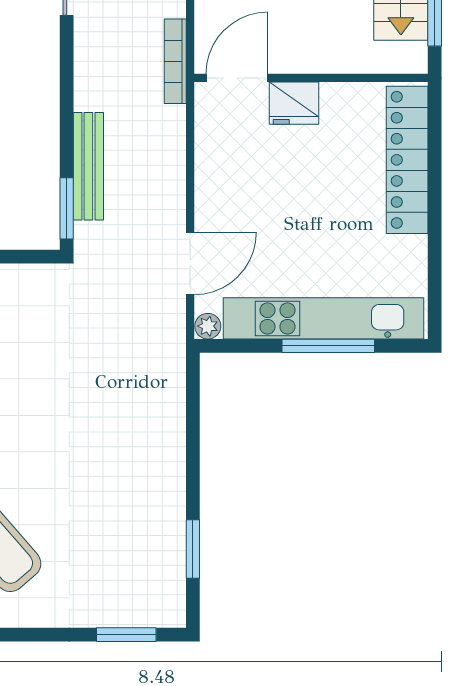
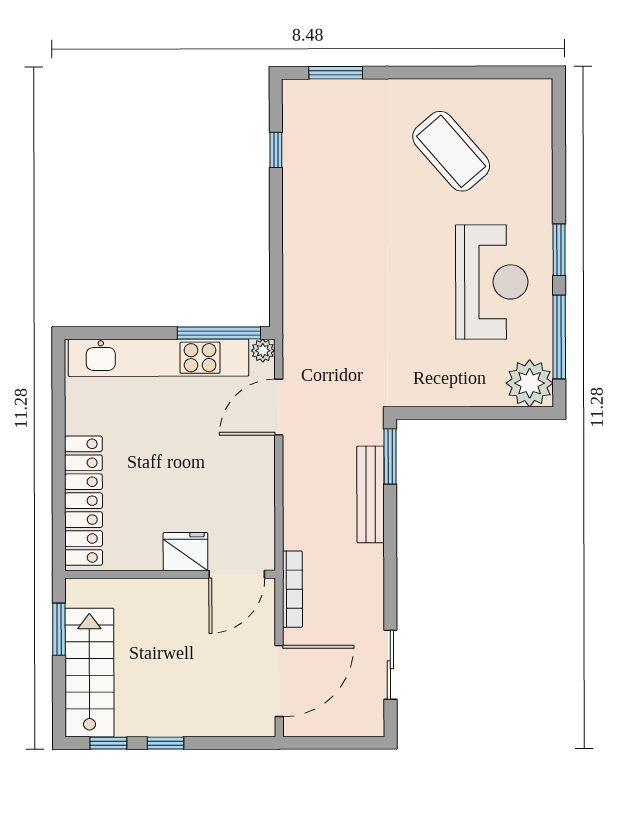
window: (328, 346) -> (219, 333), moved
window: (193, 549) -> (276, 150), width x0.67

